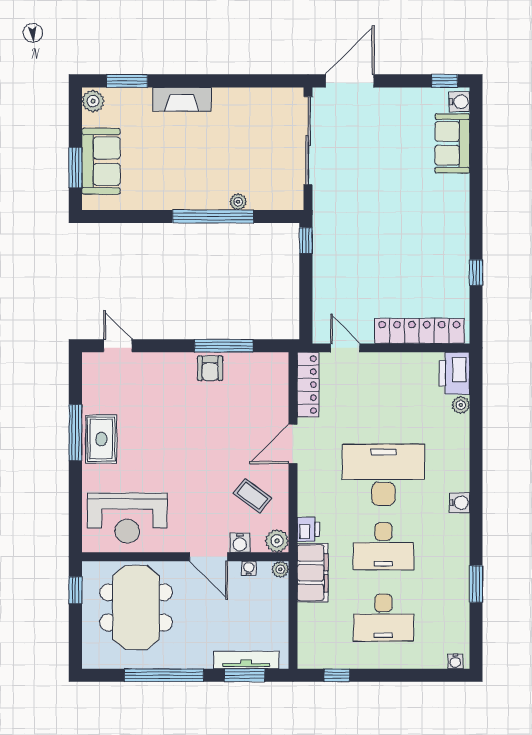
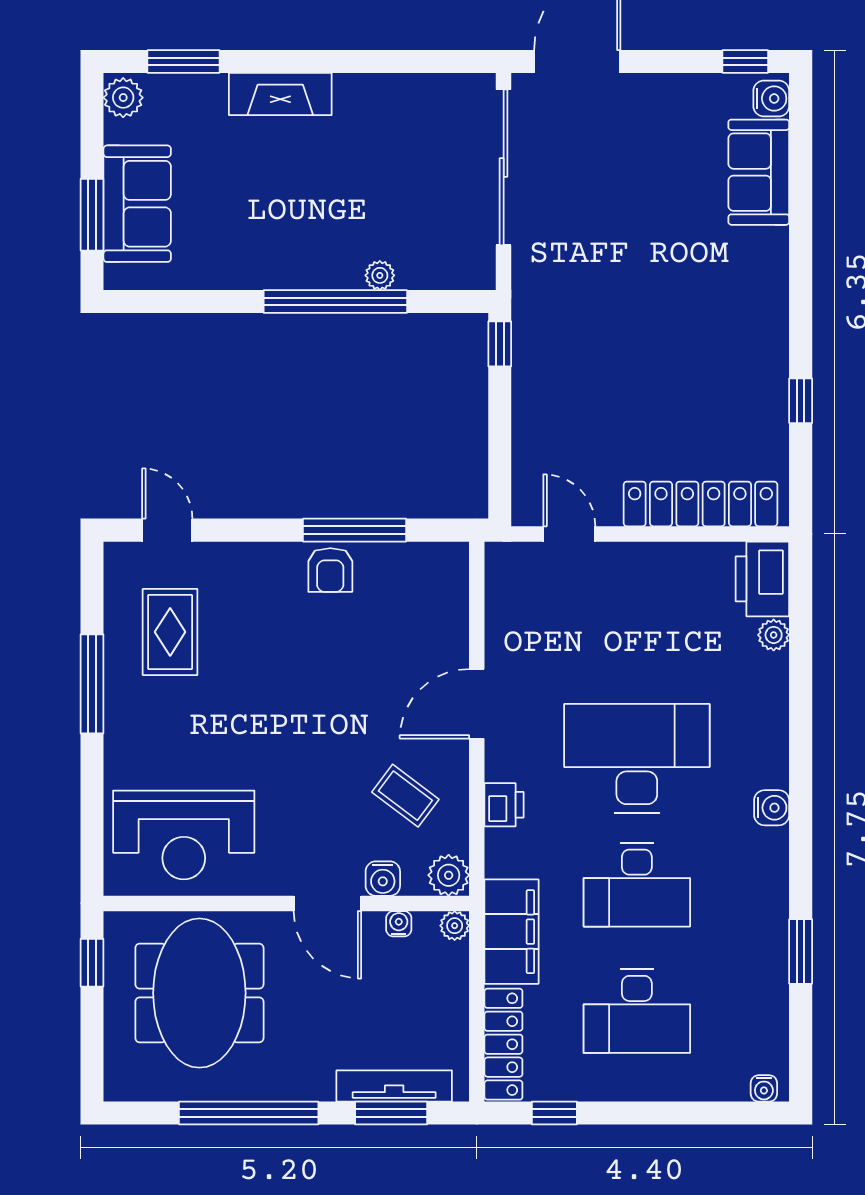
locker: (308, 385) -> (503, 1044), moved
rug: (101, 439) -> (170, 632), moved
printer: (308, 529) -> (504, 805), moved

